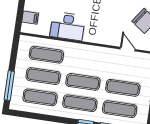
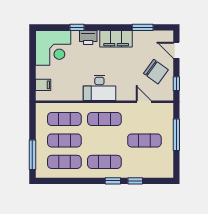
desk: (68, 26) -> (99, 88), moved
exercise mat: (83, 82) -> (104, 119), moved
exercise mat: (120, 109) -> (144, 162), removed

